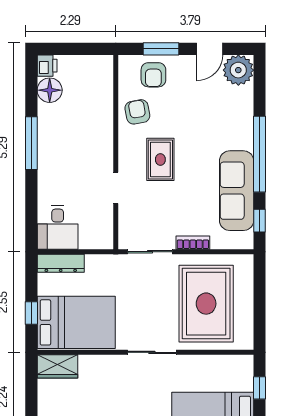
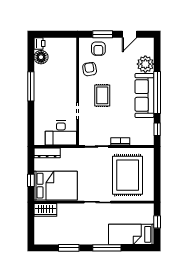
plant: (238, 70) -> (145, 64), moved
sofa: (237, 191) -> (144, 95), moved
desk: (58, 227) -> (61, 133), moved, width x1.37

